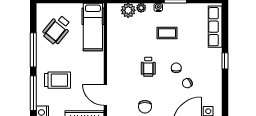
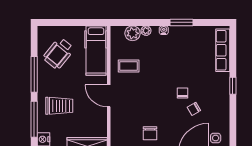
coffee table: (167, 33) -> (129, 66), moved
wheelchair: (148, 67) -> (153, 92), removed
door: (105, 95) -> (109, 96), moved

